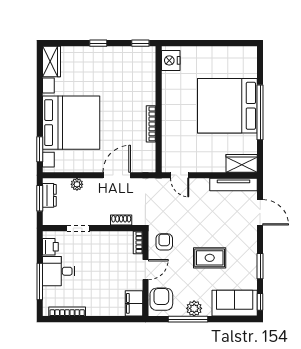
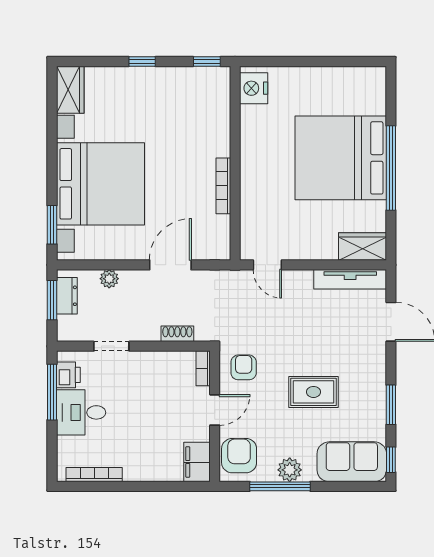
window: (40, 282) -> (52, 392), moved

